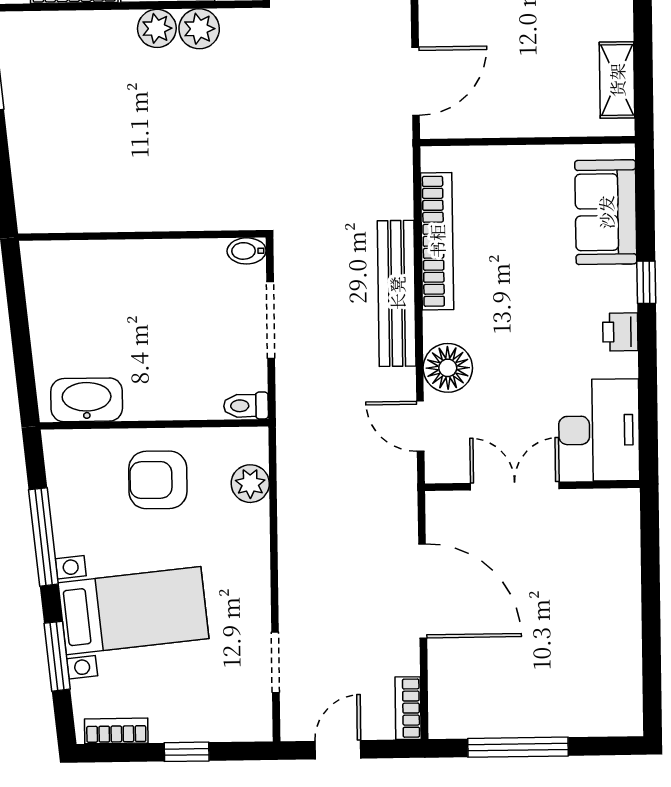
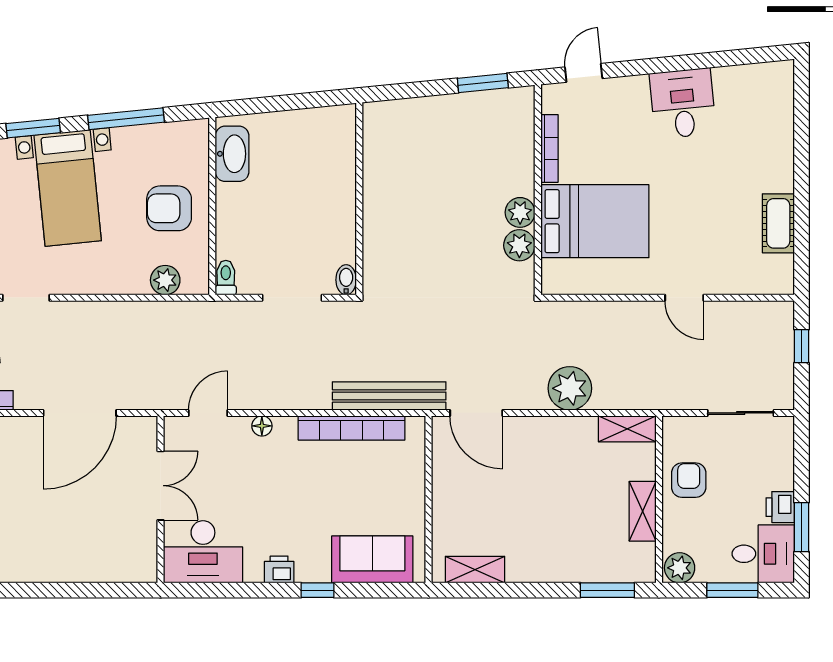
bench: (397, 293) -> (389, 396), moved
floor lamp: (448, 368) -> (262, 426), width x0.53, depth x0.53
armchair: (158, 480) -> (169, 208), turned -90

